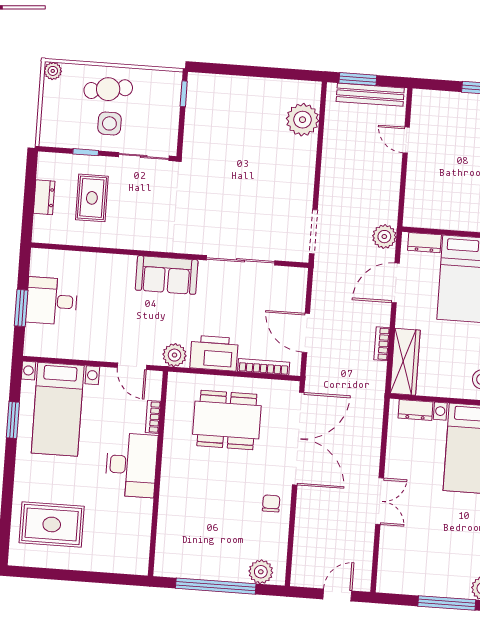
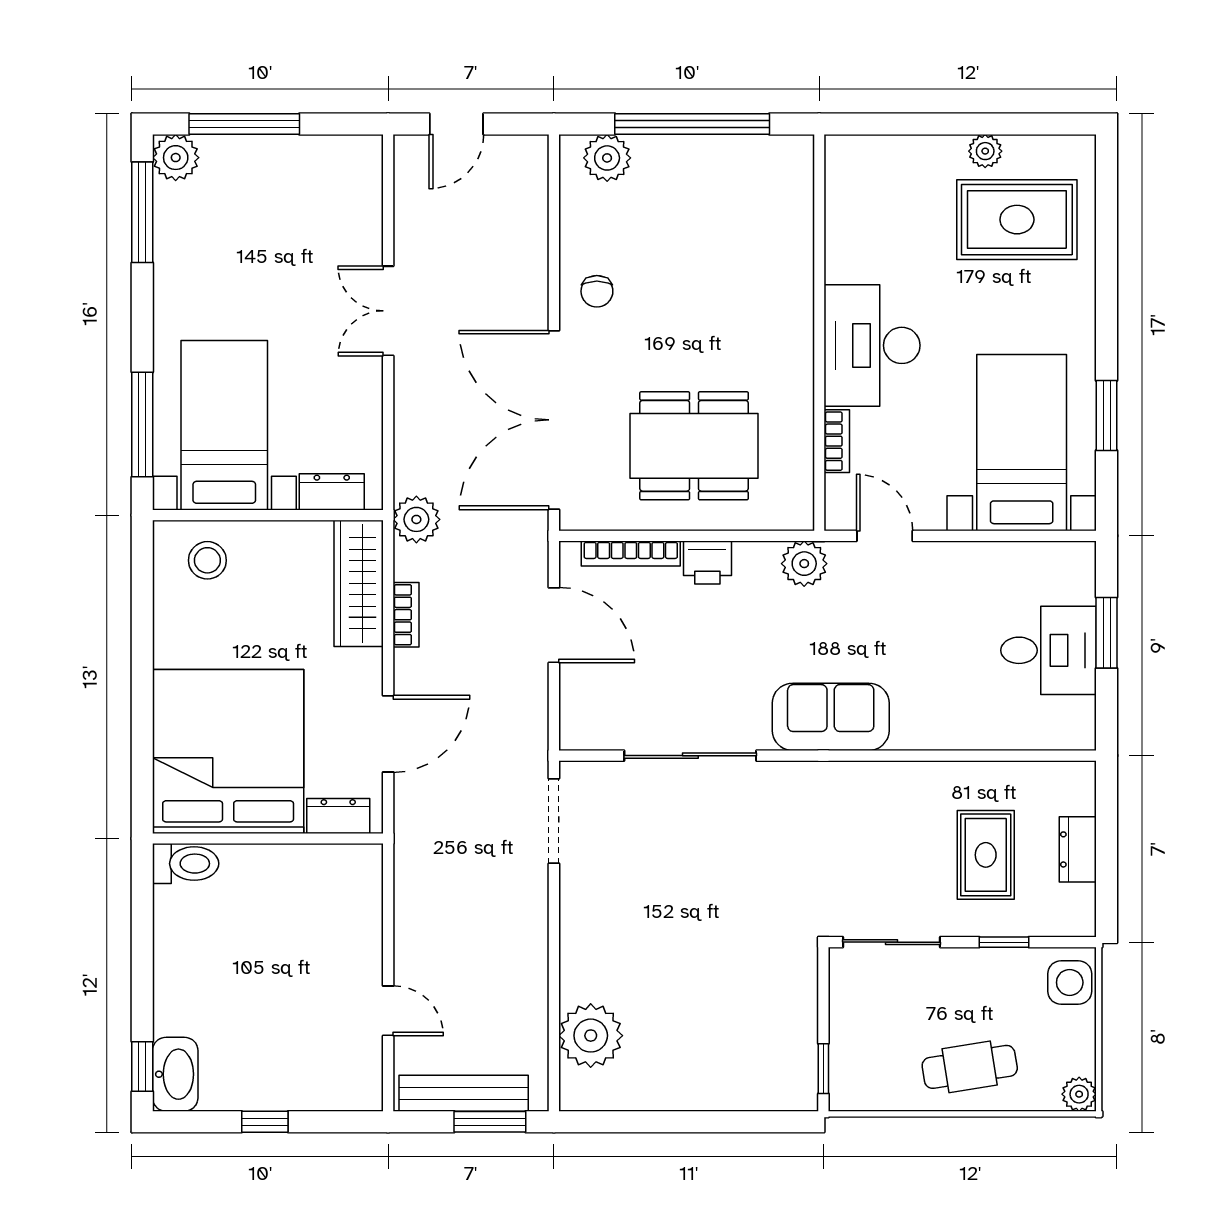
side table: (109, 123) -> (1070, 982), moved
plant: (384, 237) -> (416, 519), moved
printer: (214, 353) -> (707, 562), width x0.53, depth x0.68
plant: (65, 561) -> (985, 151), added

